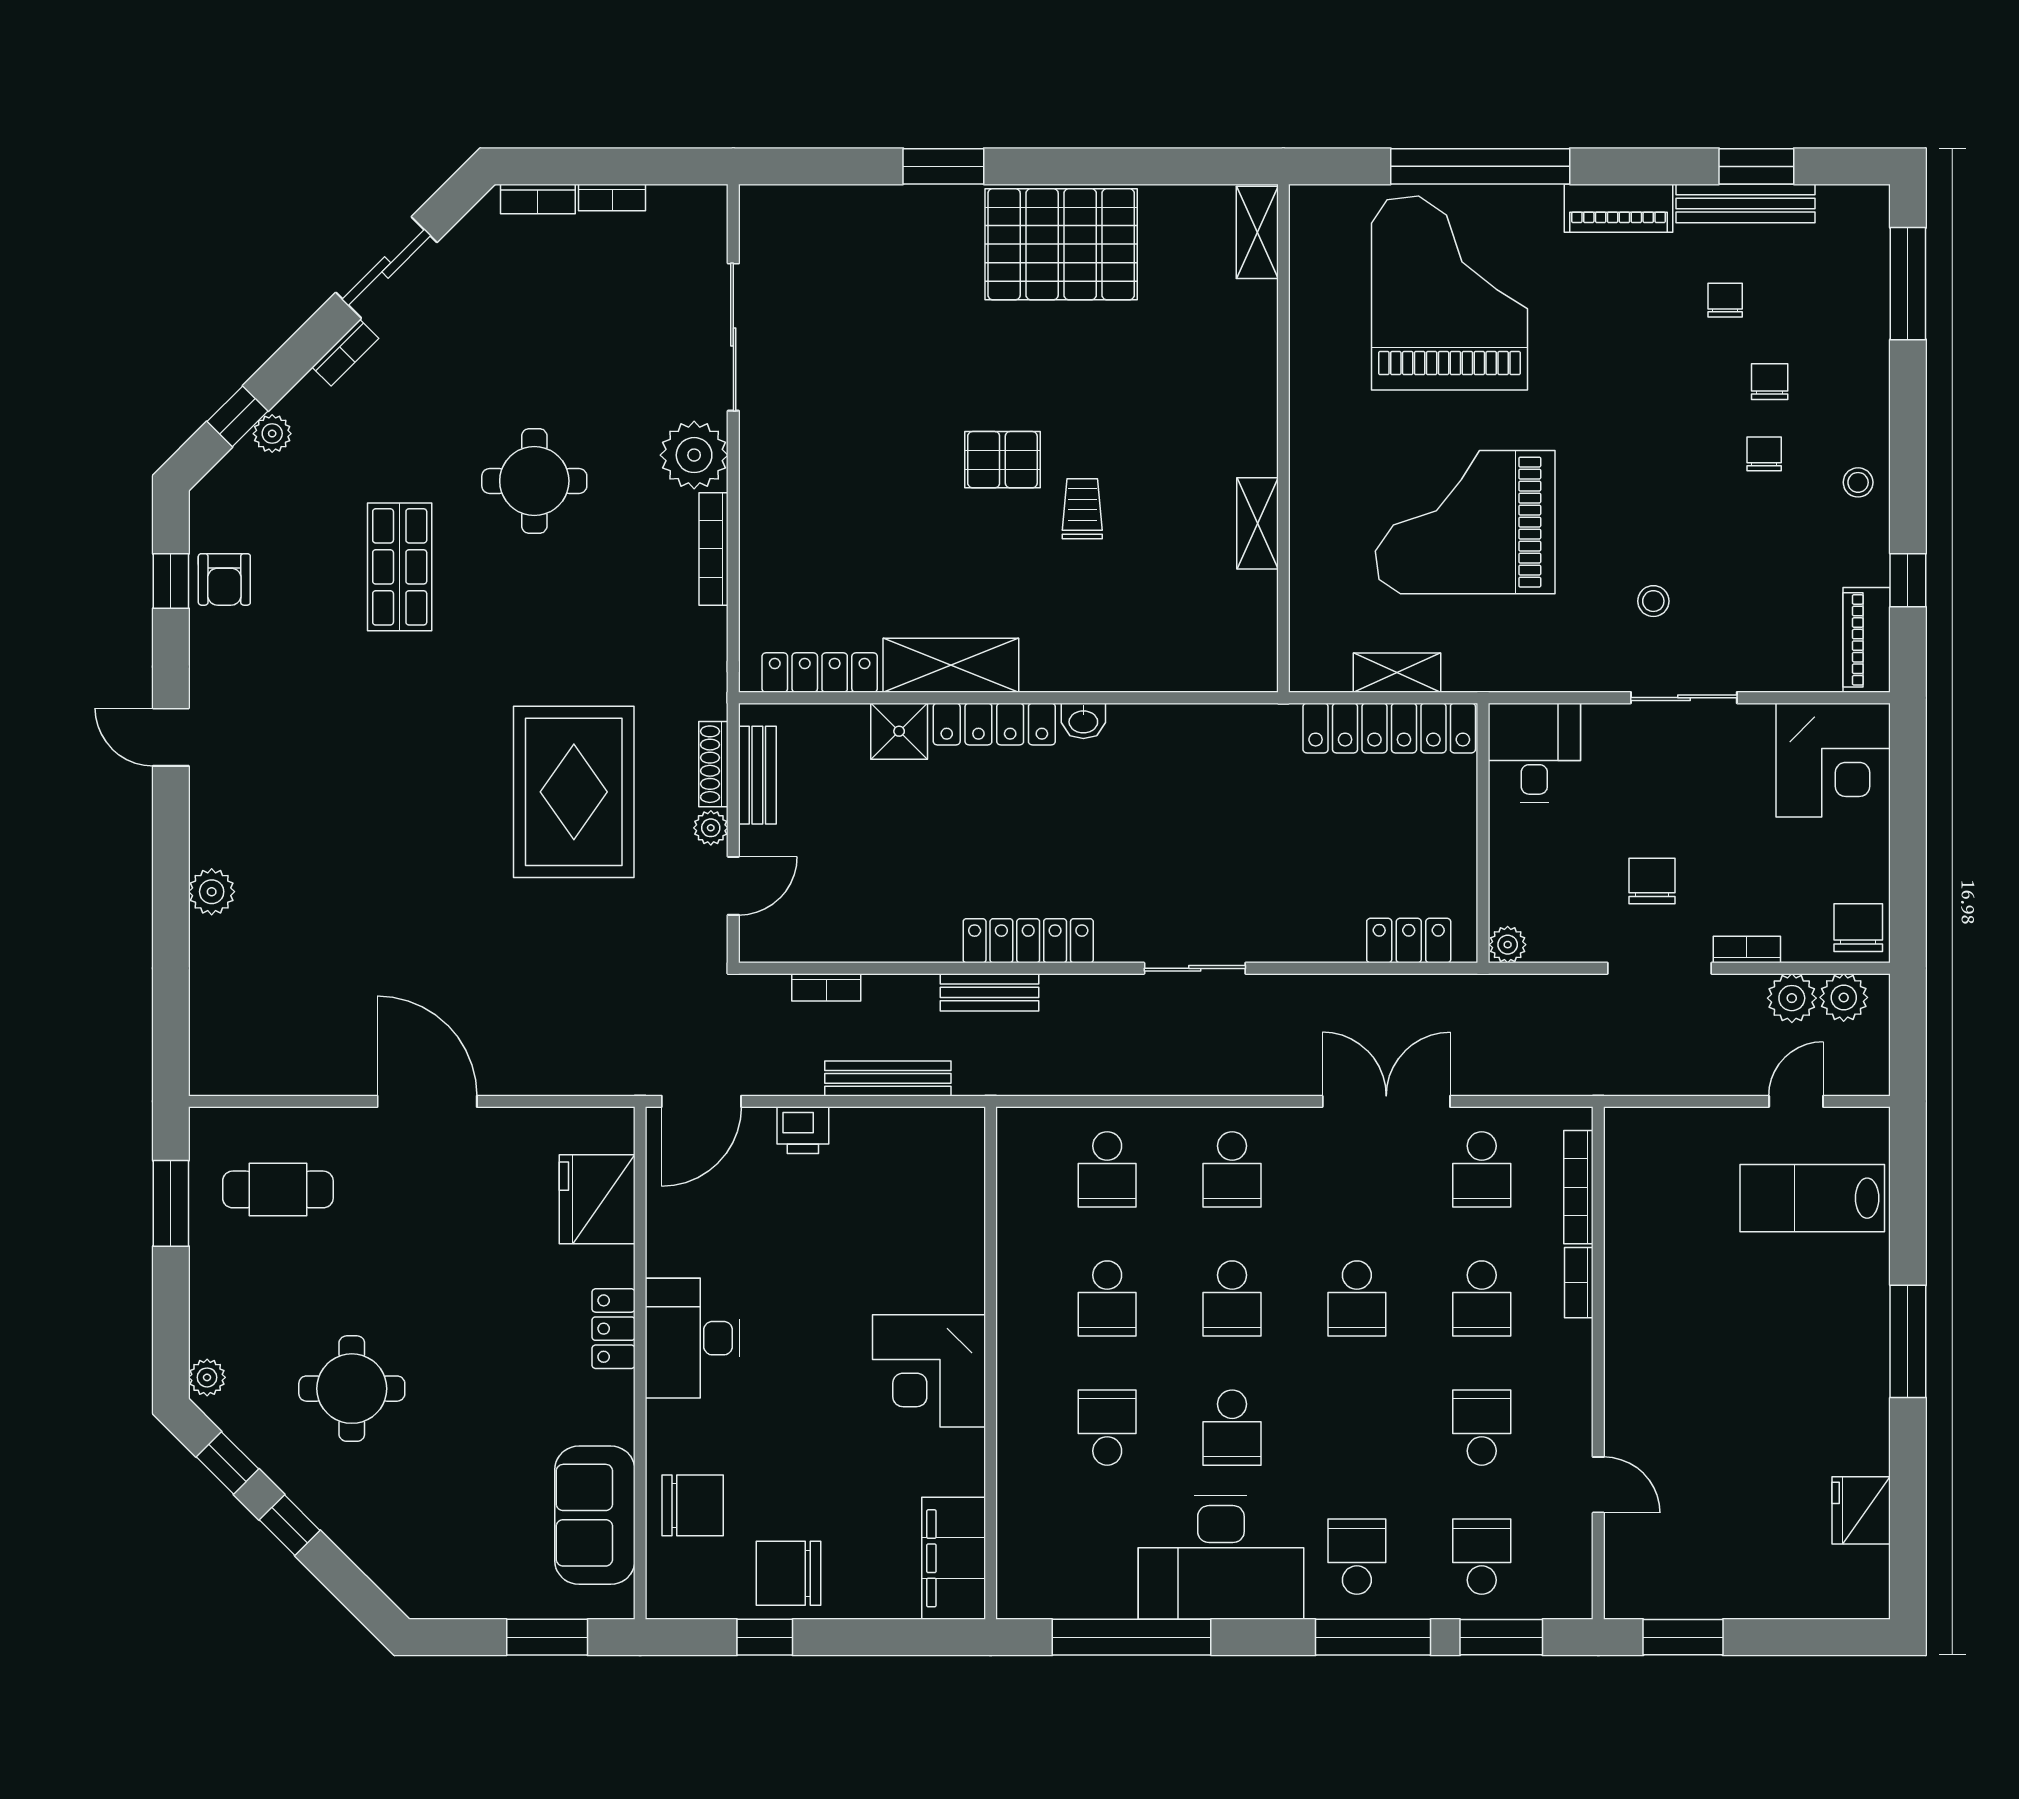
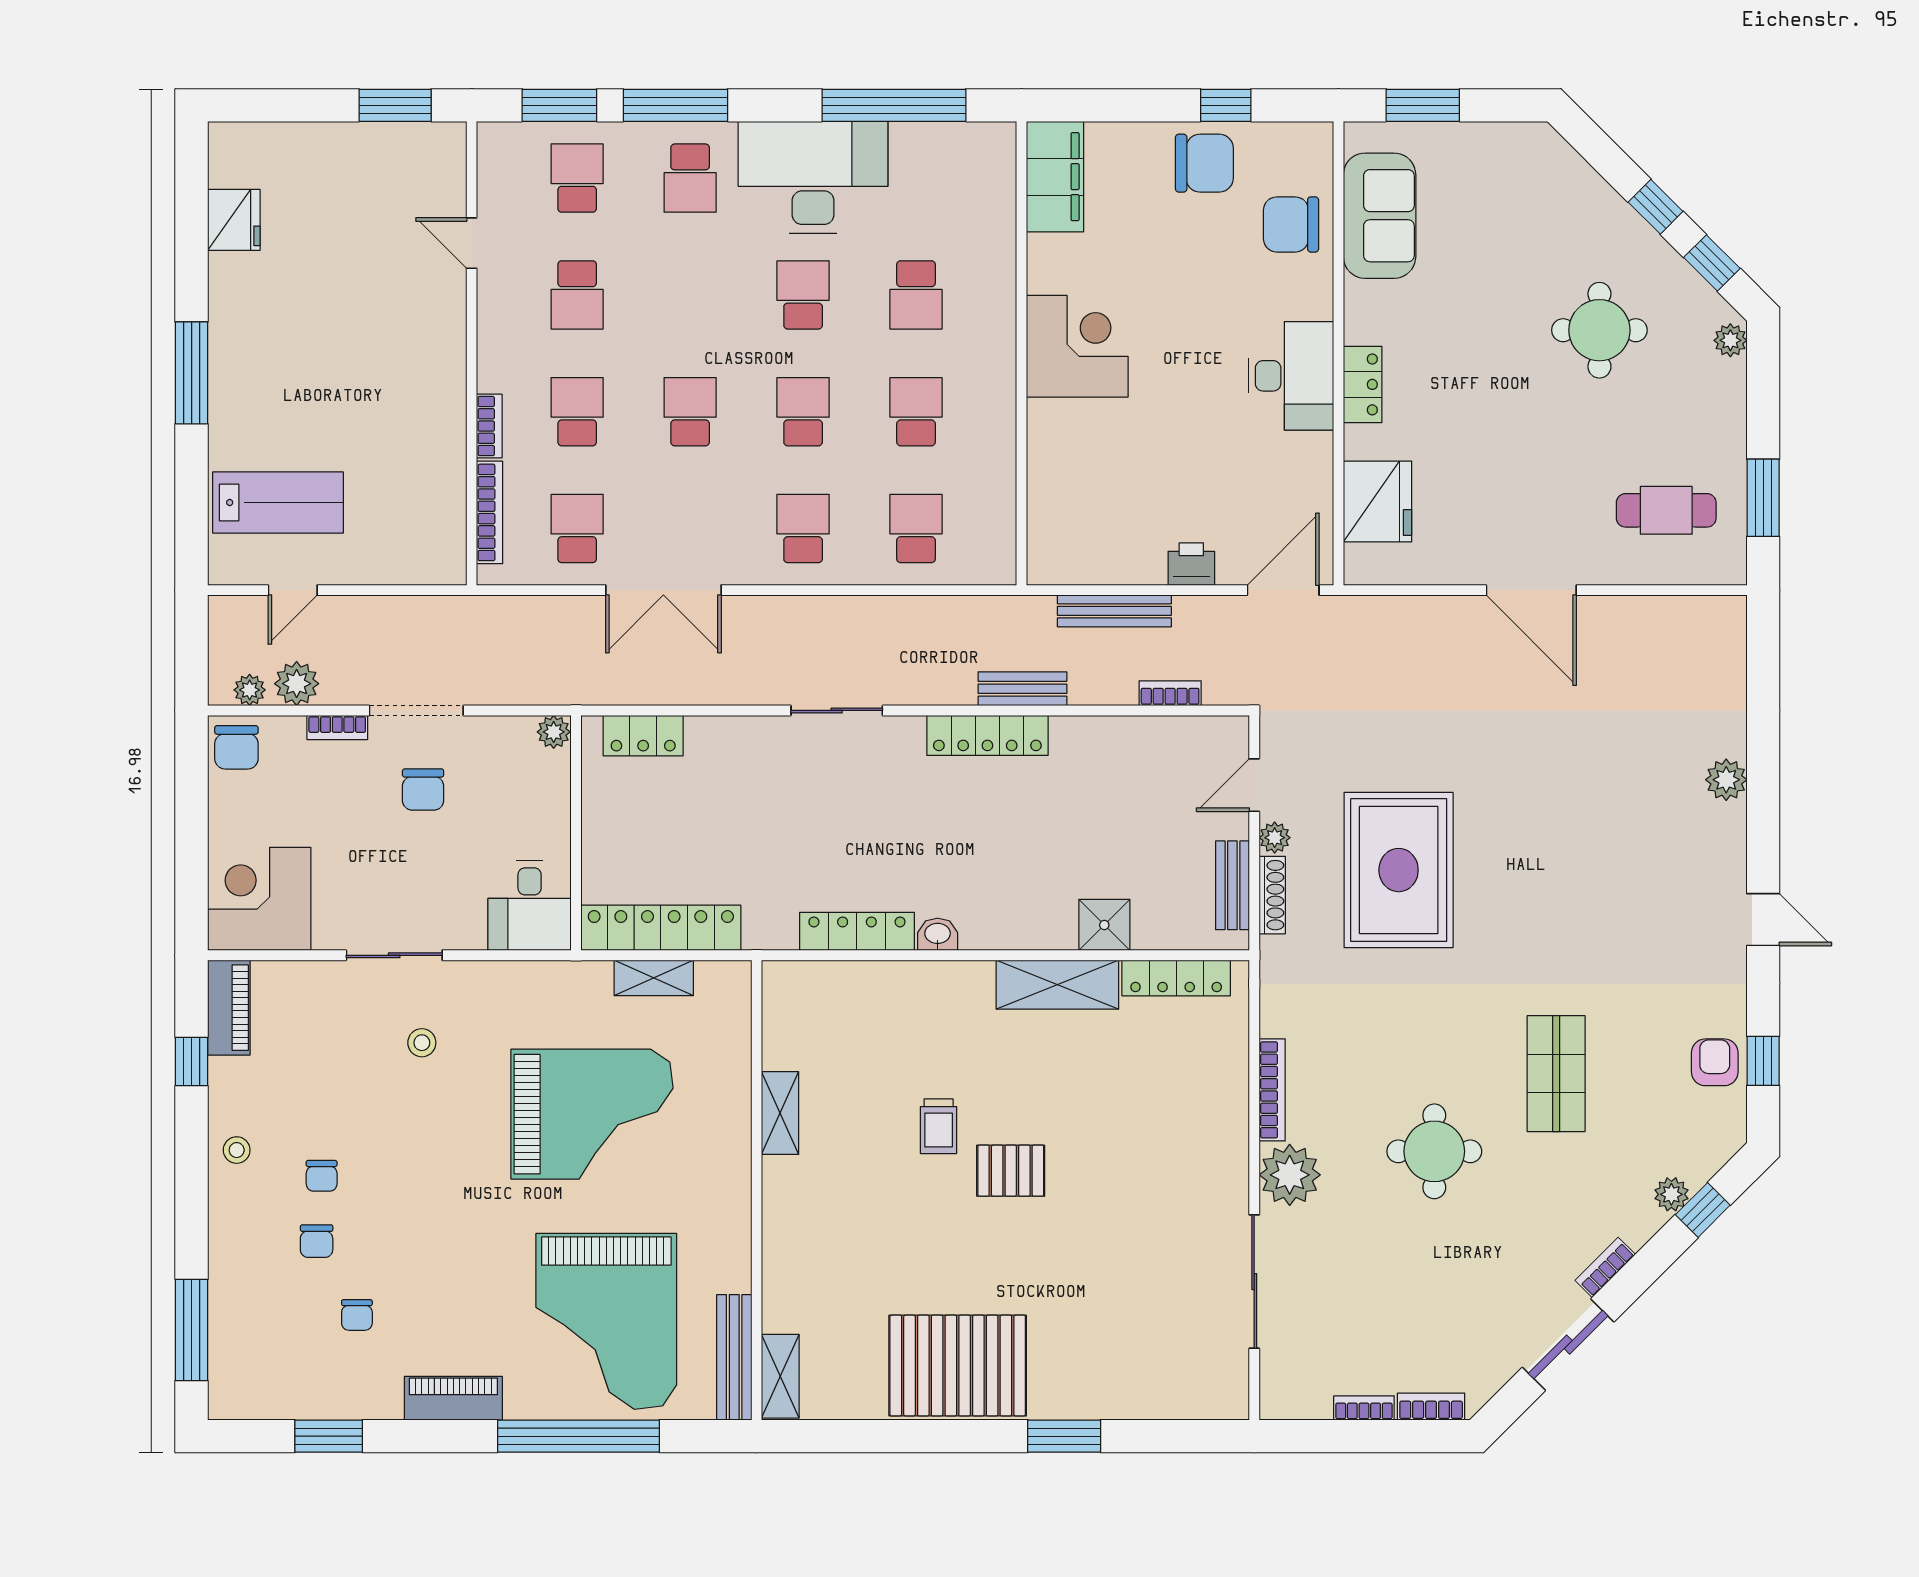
bench: (1745, 203) -> (734, 1357), moved, turned 90
locker: (994, 724) -> (857, 931), moved
plant: (1844, 997) -> (250, 690), width x0.73, depth x0.73
school desk: (1482, 1557) -> (577, 178), turned 180

